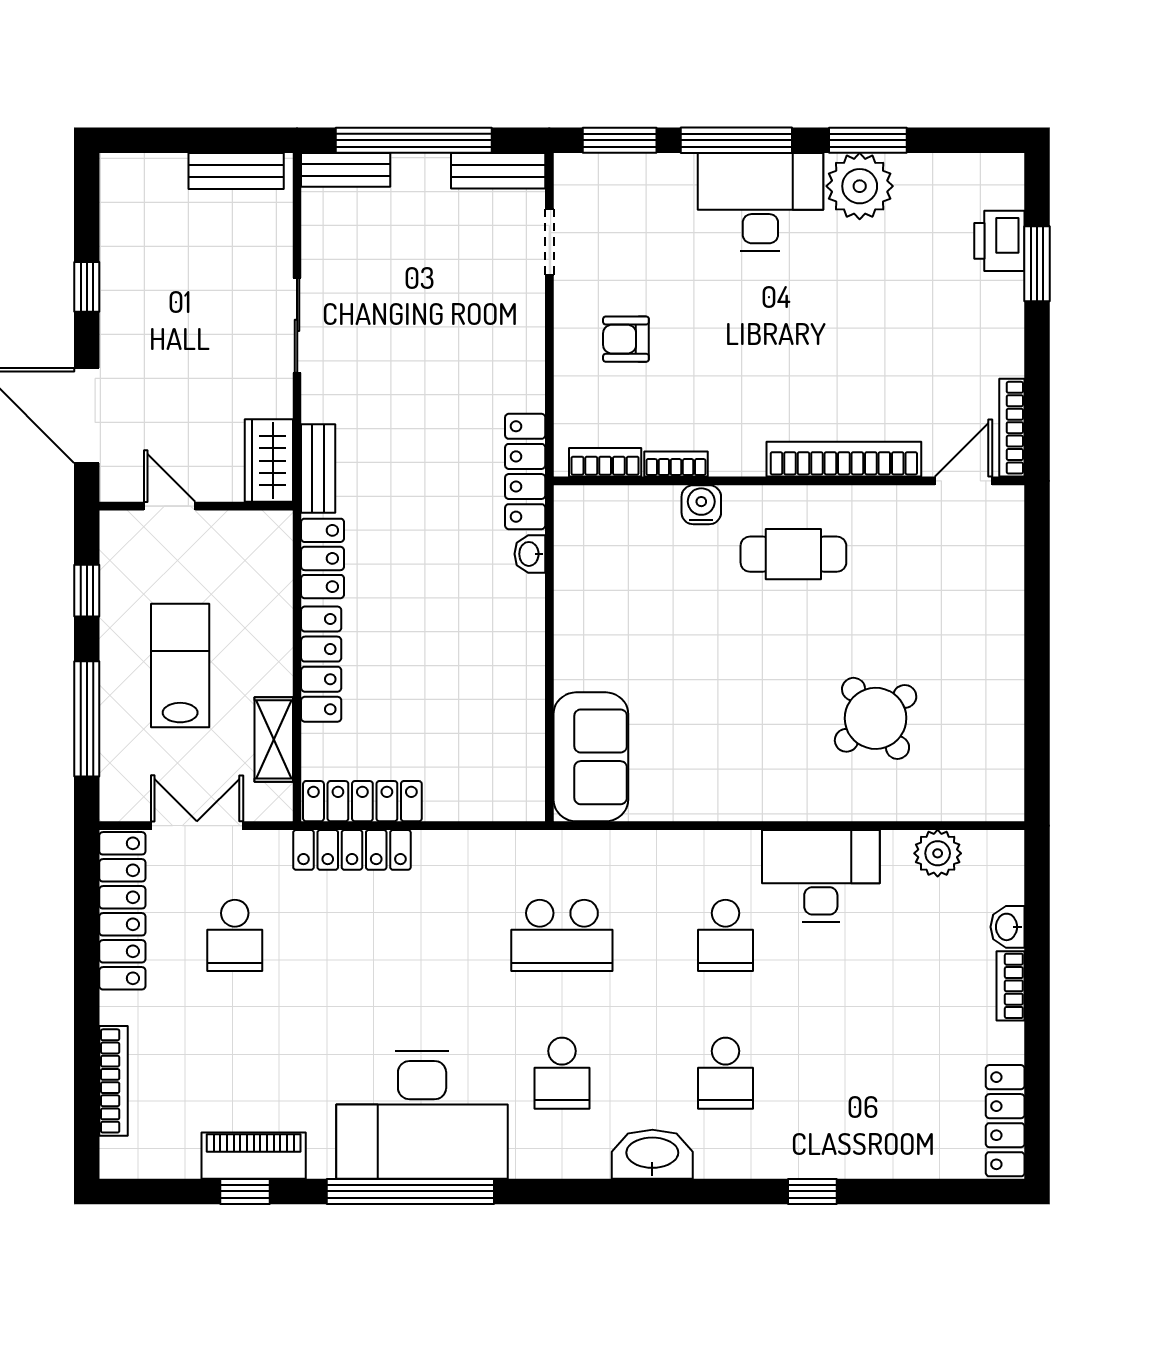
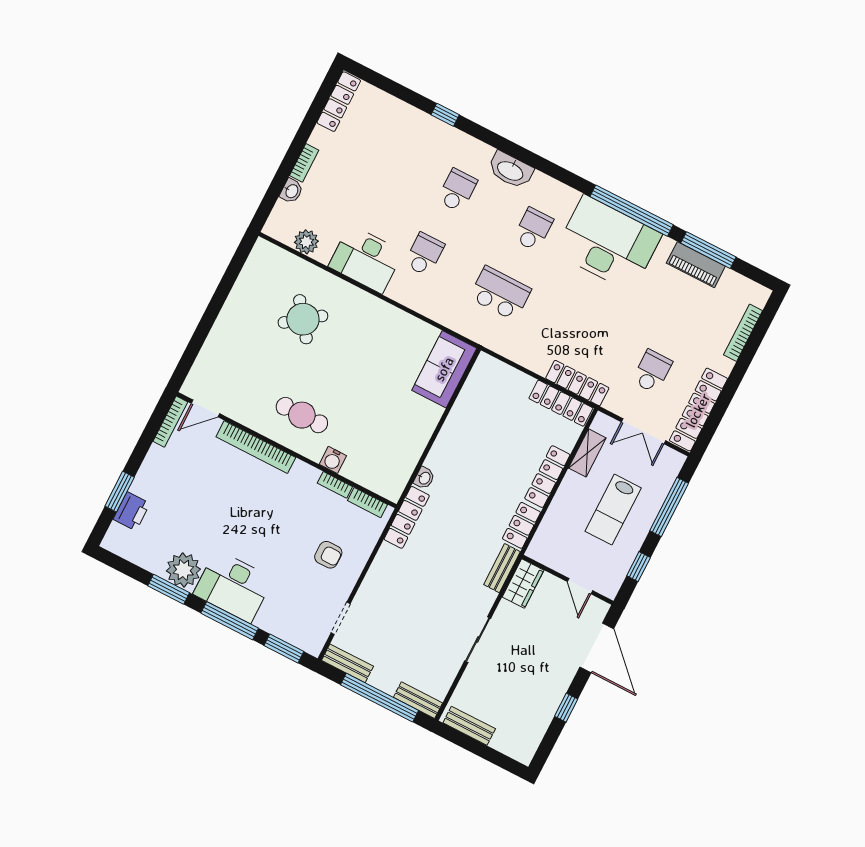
window: (245, 1191) -> (708, 250), width x2.17

